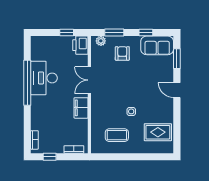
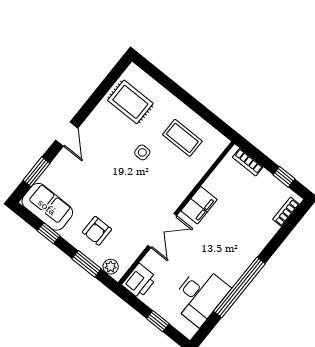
window: (67, 32) -> (158, 321), moved
desk: (44, 78) -> (200, 296), moved

